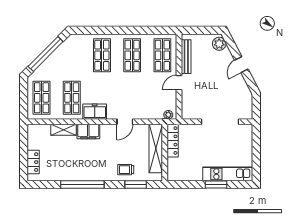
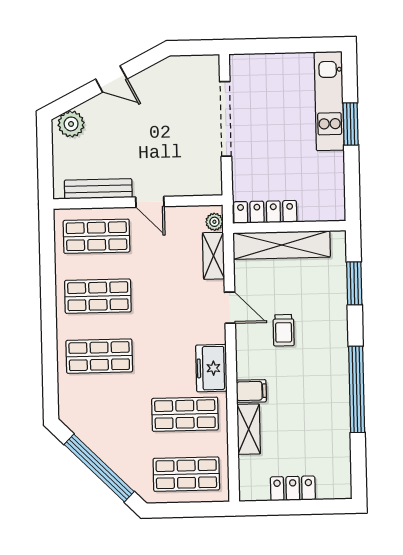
shelving: (151, 114) -> (213, 256), added
filing cabinet: (88, 131) -> (251, 391), width x0.50
locker: (33, 162) -> (293, 488), moved
trolley: (126, 170) -> (284, 330), moved

